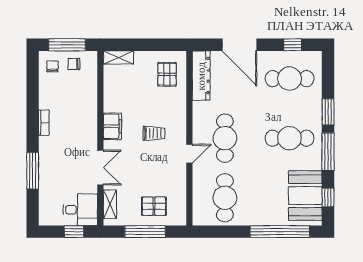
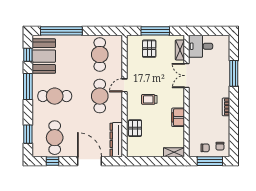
pallet: (167, 74) -> (135, 128), moved
cafe table: (290, 79) -> (55, 138), turned 90
window: (328, 112) -> (28, 134), moved
filing cabinet: (112, 126) -> (178, 117), moved
pallet: (154, 206) -> (149, 49), turned 90
window: (74, 232) -> (205, 31), removed

